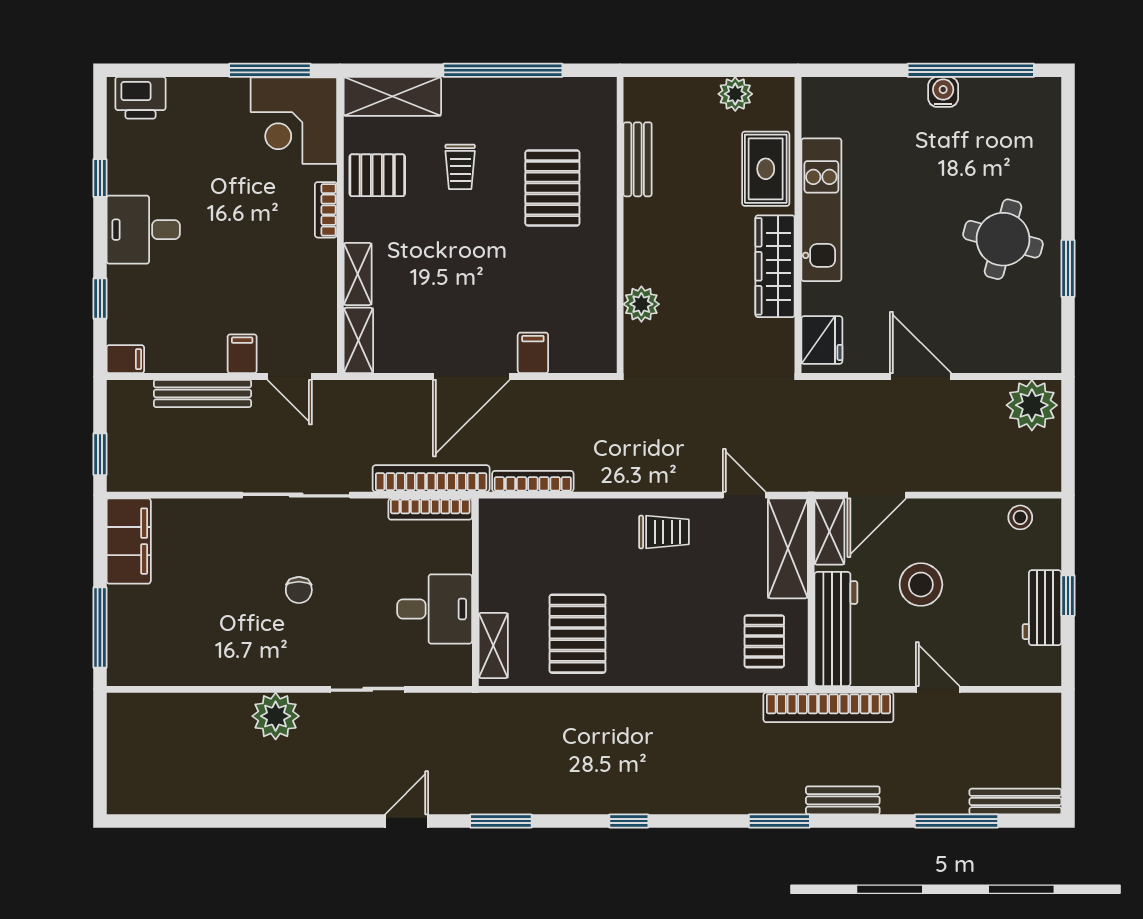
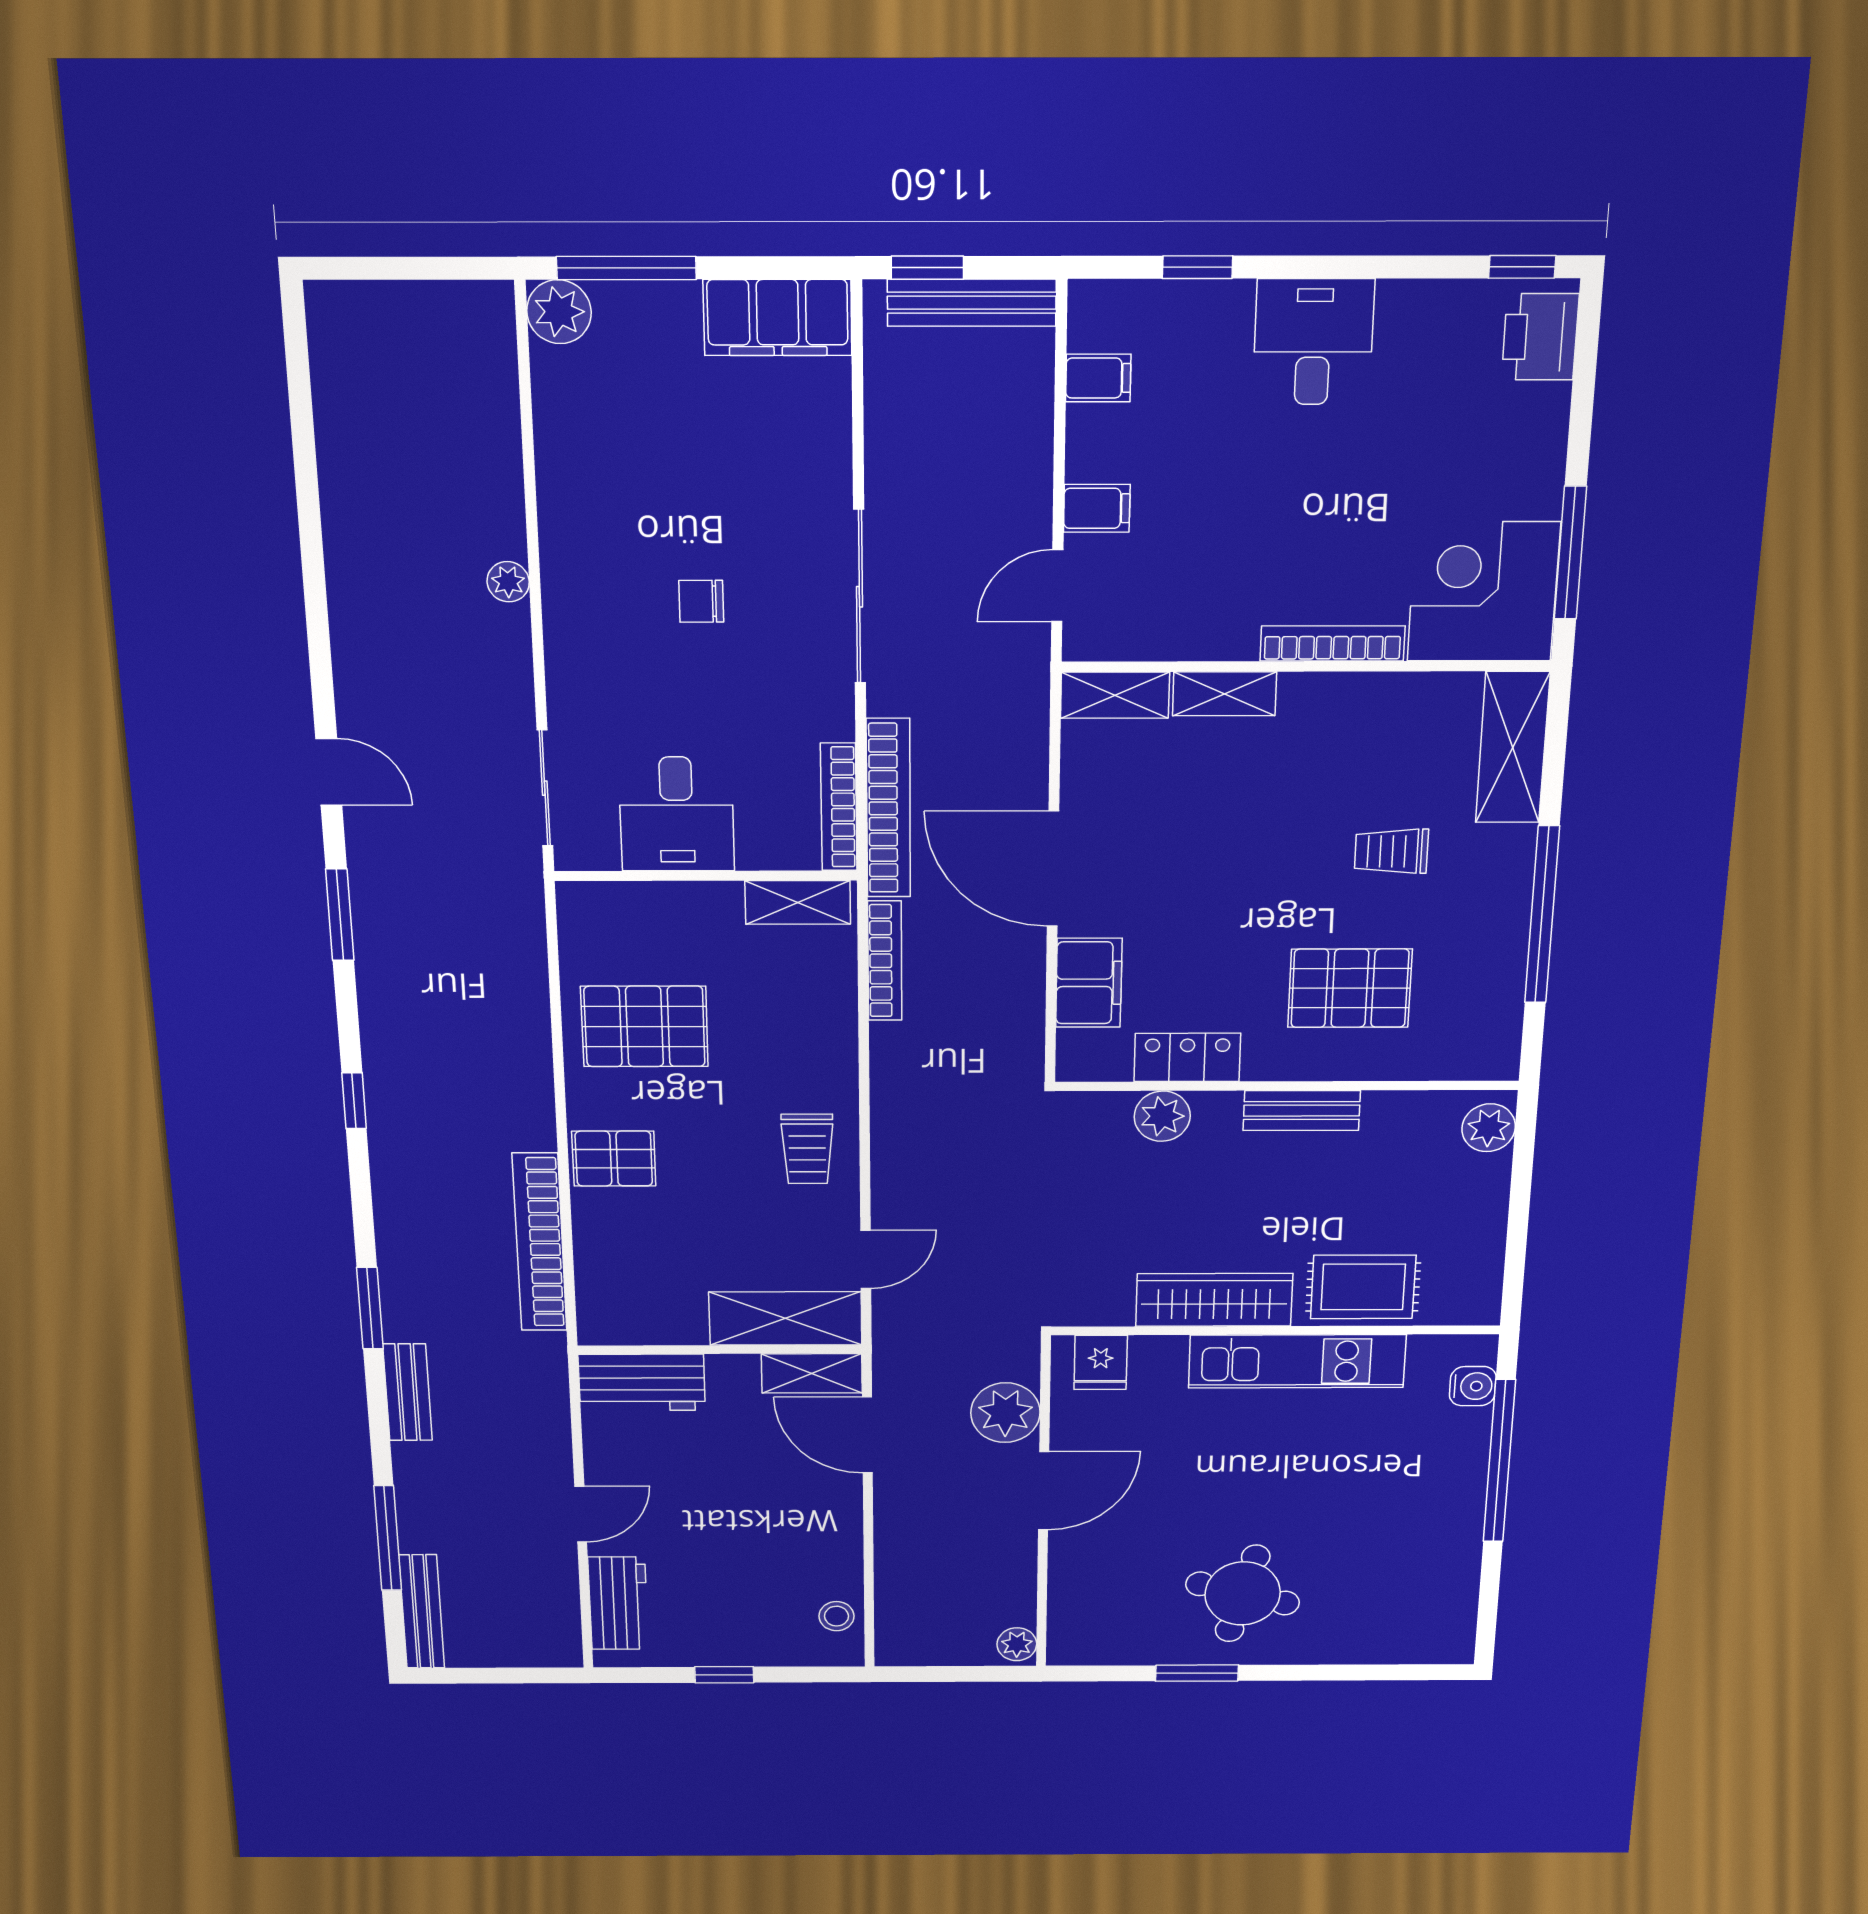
window: (971, 70) -> (1499, 1461), moved
water cooler: (943, 92) -> (1473, 1386), moved
plant: (735, 94) -> (1489, 1128), moved
bench: (638, 159) -> (1302, 1111), moved
pallet: (377, 175) -> (1385, 724), removed
window: (100, 178) -> (1522, 267), moved
bookcase: (326, 210) -> (1332, 643), width x1.56
locker: (600, 289) -> (1187, 1057), added
fridge: (822, 340) -> (1101, 1363), width x0.72
filing cabinet: (533, 353) -> (1089, 983), width x2.00
filing cabinet: (125, 359) -> (1098, 378), moved, turned -90
bench: (202, 393) -> (972, 303), moved, turned 90
plant: (860, 403) -> (1005, 1413), added
plant: (1032, 405) -> (1017, 1644), width x0.53, depth x0.53
stool: (921, 585) -> (735, 1492), removed
workbench: (1042, 608) -> (618, 1603), moved, turned 90
workbench: (836, 629) -> (642, 1382), width x0.73
pallet: (764, 641) -> (614, 1159), moved
shelving: (493, 645) -> (798, 902), moved
plant: (125, 667) -> (559, 312), added
sliding door: (368, 689) -> (545, 788), moved
bookcase: (828, 707) -> (540, 1242), moved
plant: (276, 716) -> (508, 582), width x0.53, depth x0.53

